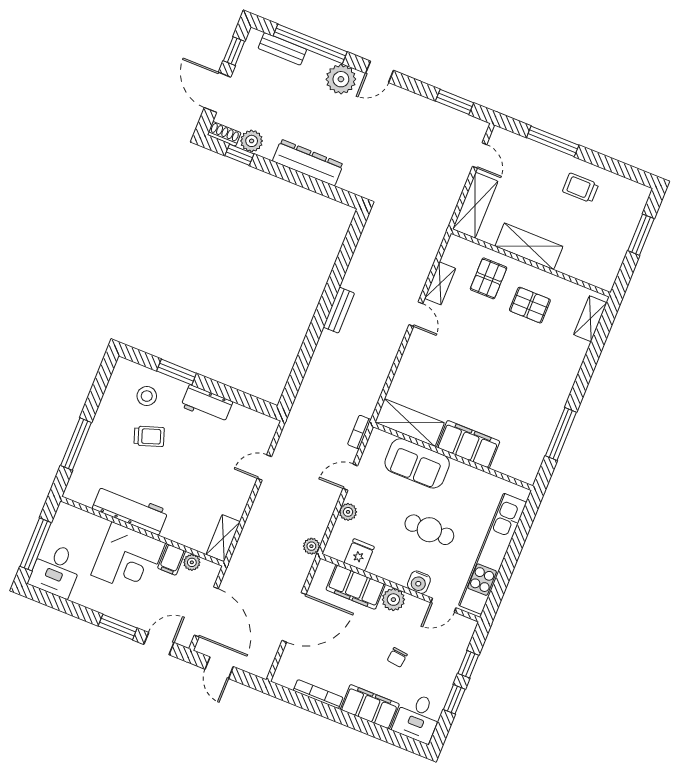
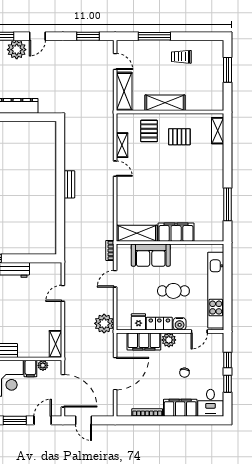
plant: (348, 512) -> (122, 300), removed
plant: (311, 546) -> (104, 323), width x1.87, depth x1.87
locker: (389, 570) -> (159, 324), added

